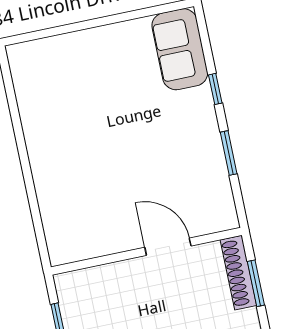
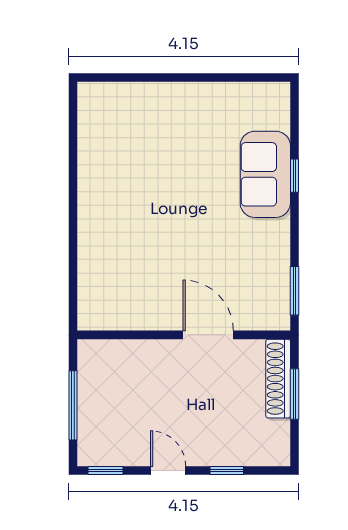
sofa: (180, 49) -> (265, 174), moved
window: (229, 153) -> (294, 291), moved

